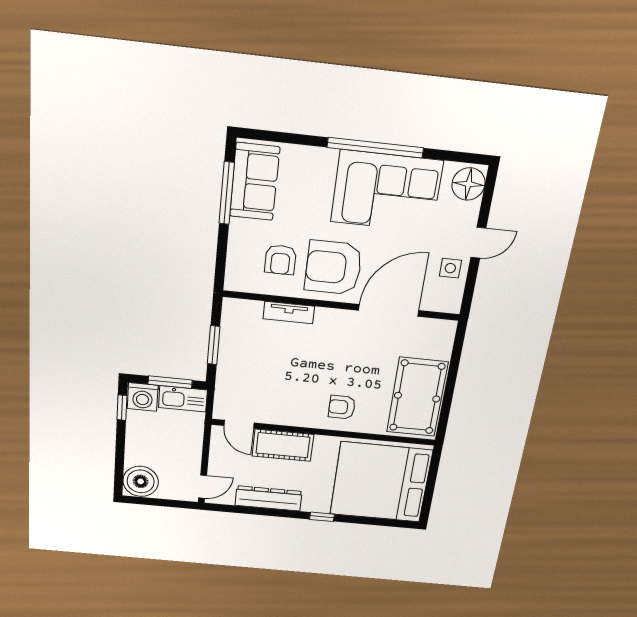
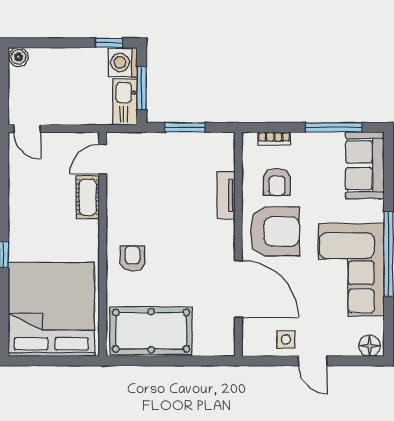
sofa: (255, 182) -> (365, 165), moved, turned 90
floor lamp: (468, 184) -> (370, 346), width x0.73, depth x0.73
bookcase: (233, 258) -> (274, 138), added
armchair: (280, 260) -> (277, 182), turned -90
armchair: (333, 268) -> (275, 231), turned 90
cot: (283, 445) -> (88, 197), width x0.73, depth x0.75
boiler: (141, 481) -> (18, 57), width x0.54, depth x0.54
dresser: (269, 498) -> (20, 197), removed

